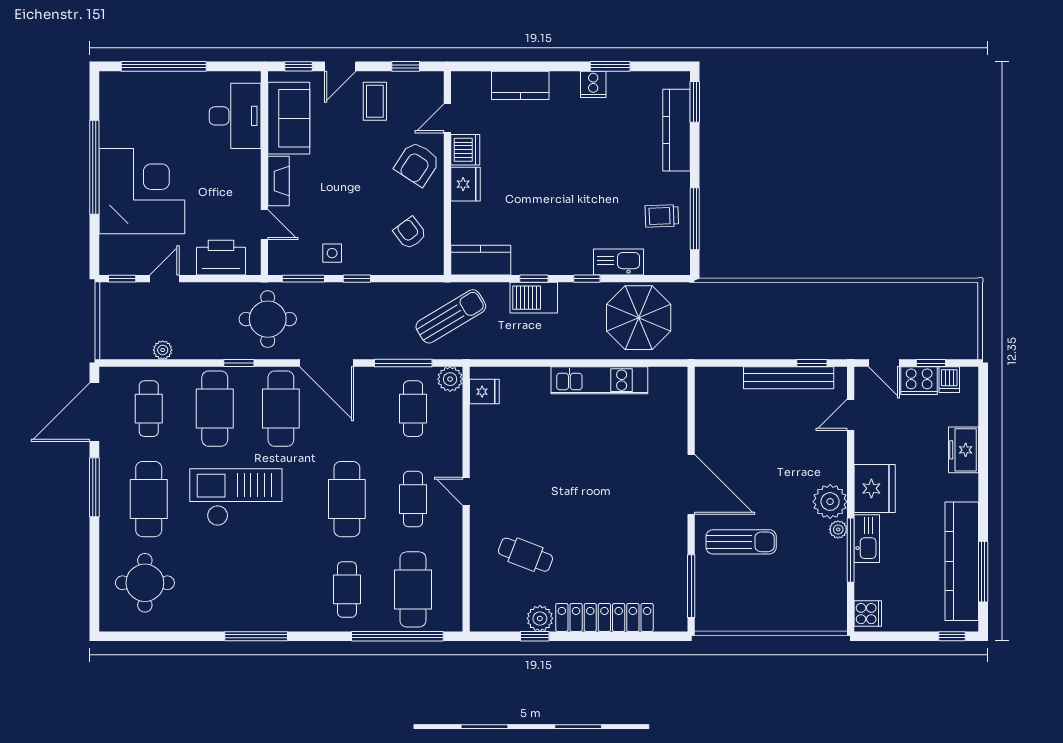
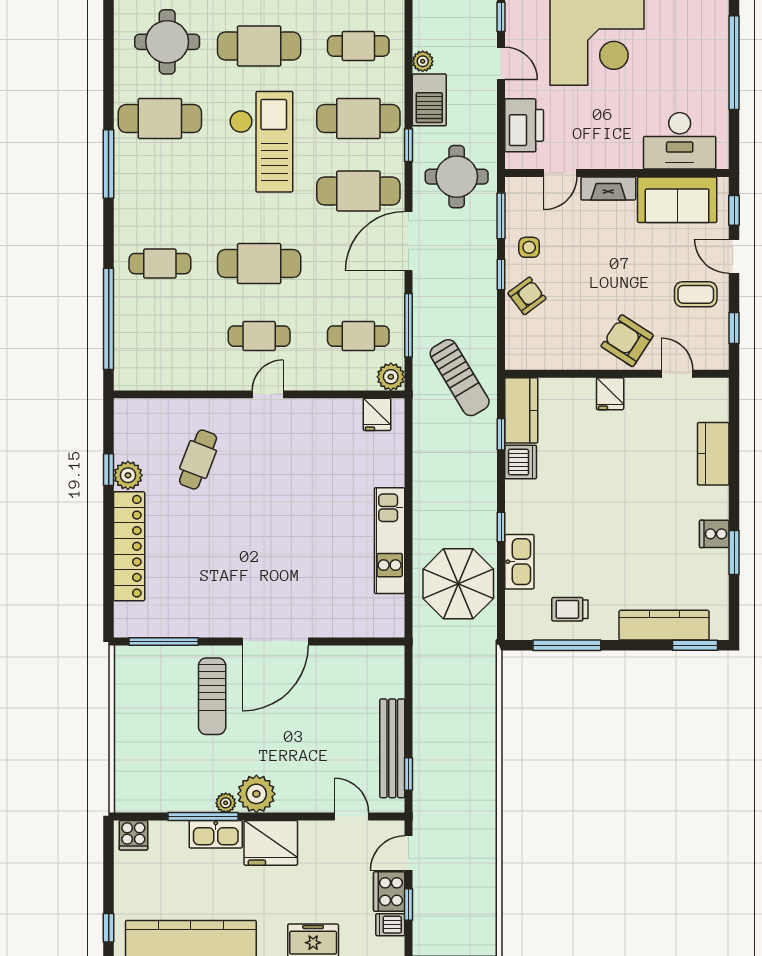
dishwasher: (465, 150) -> (521, 462), moved, turned -90
fridge: (465, 184) -> (610, 394), width x0.72
trolley: (662, 216) -> (570, 609), turned -88
armchair: (410, 233) -> (527, 296), moved
window: (534, 279) -> (501, 434), moved
barbecue: (534, 298) -> (429, 100), moved, turned 180
cafe table: (413, 589) -> (160, 119), moved

